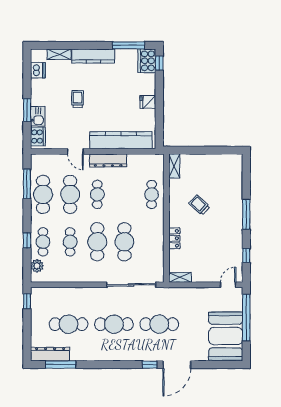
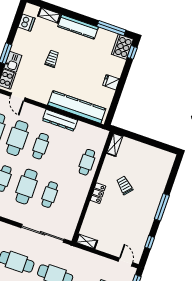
door: (75, 151) -> (18, 97), moved
locker: (174, 238) -> (98, 193), moved
cafe table: (124, 242) -> (50, 195), width x0.73, depth x0.74
door: (228, 285) -> (125, 262), hinge flipped

